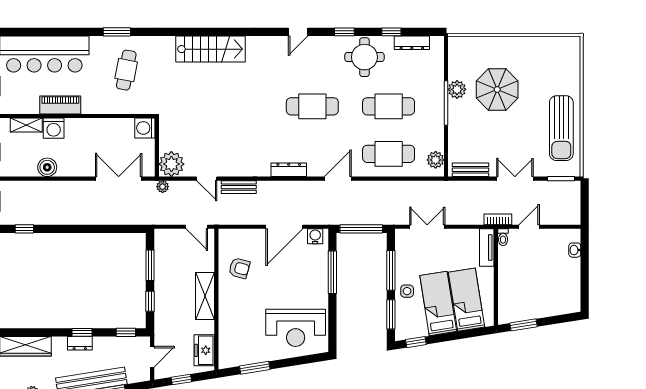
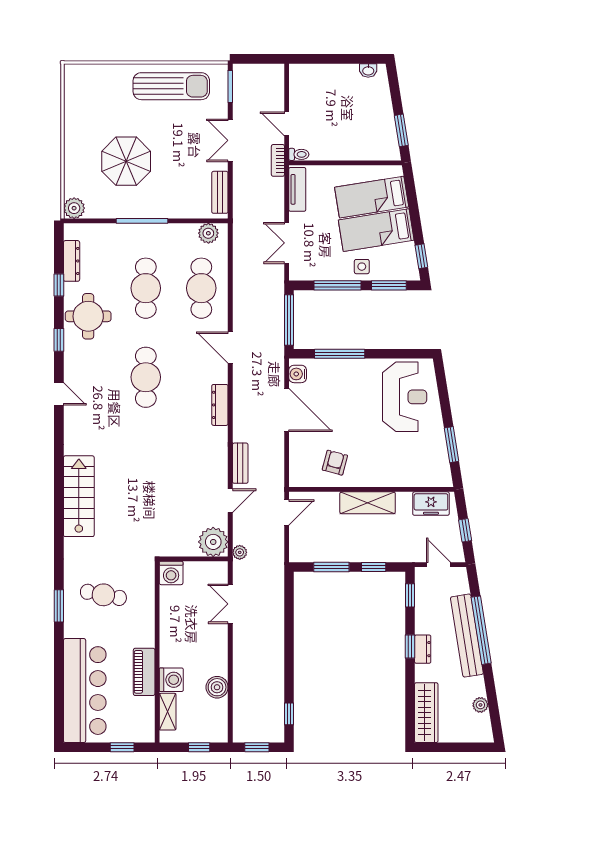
plant: (457, 89) -> (74, 208), moved
double door: (119, 179) -> (230, 604), width x0.73
tv unit: (487, 248) -> (297, 189), moved, turned -90
washbasin: (575, 250) -> (368, 70), moved

